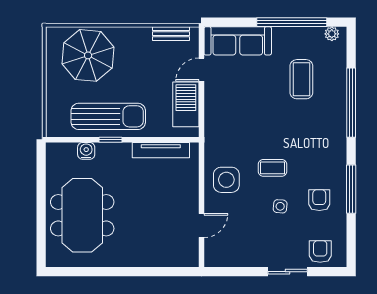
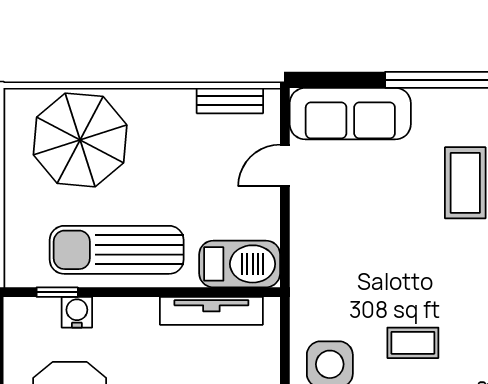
barbecue: (186, 104) -> (240, 264), moved, turned 90
sun lounger: (108, 116) -> (117, 250), turned 180
window: (110, 140) -> (57, 292), moved

